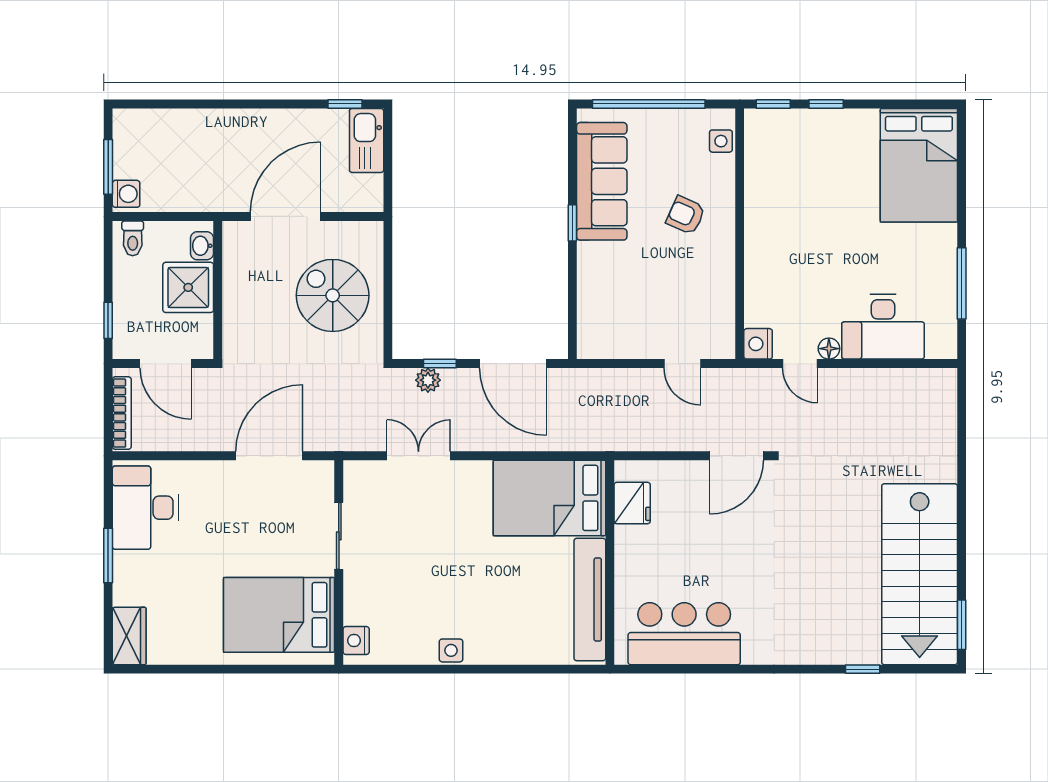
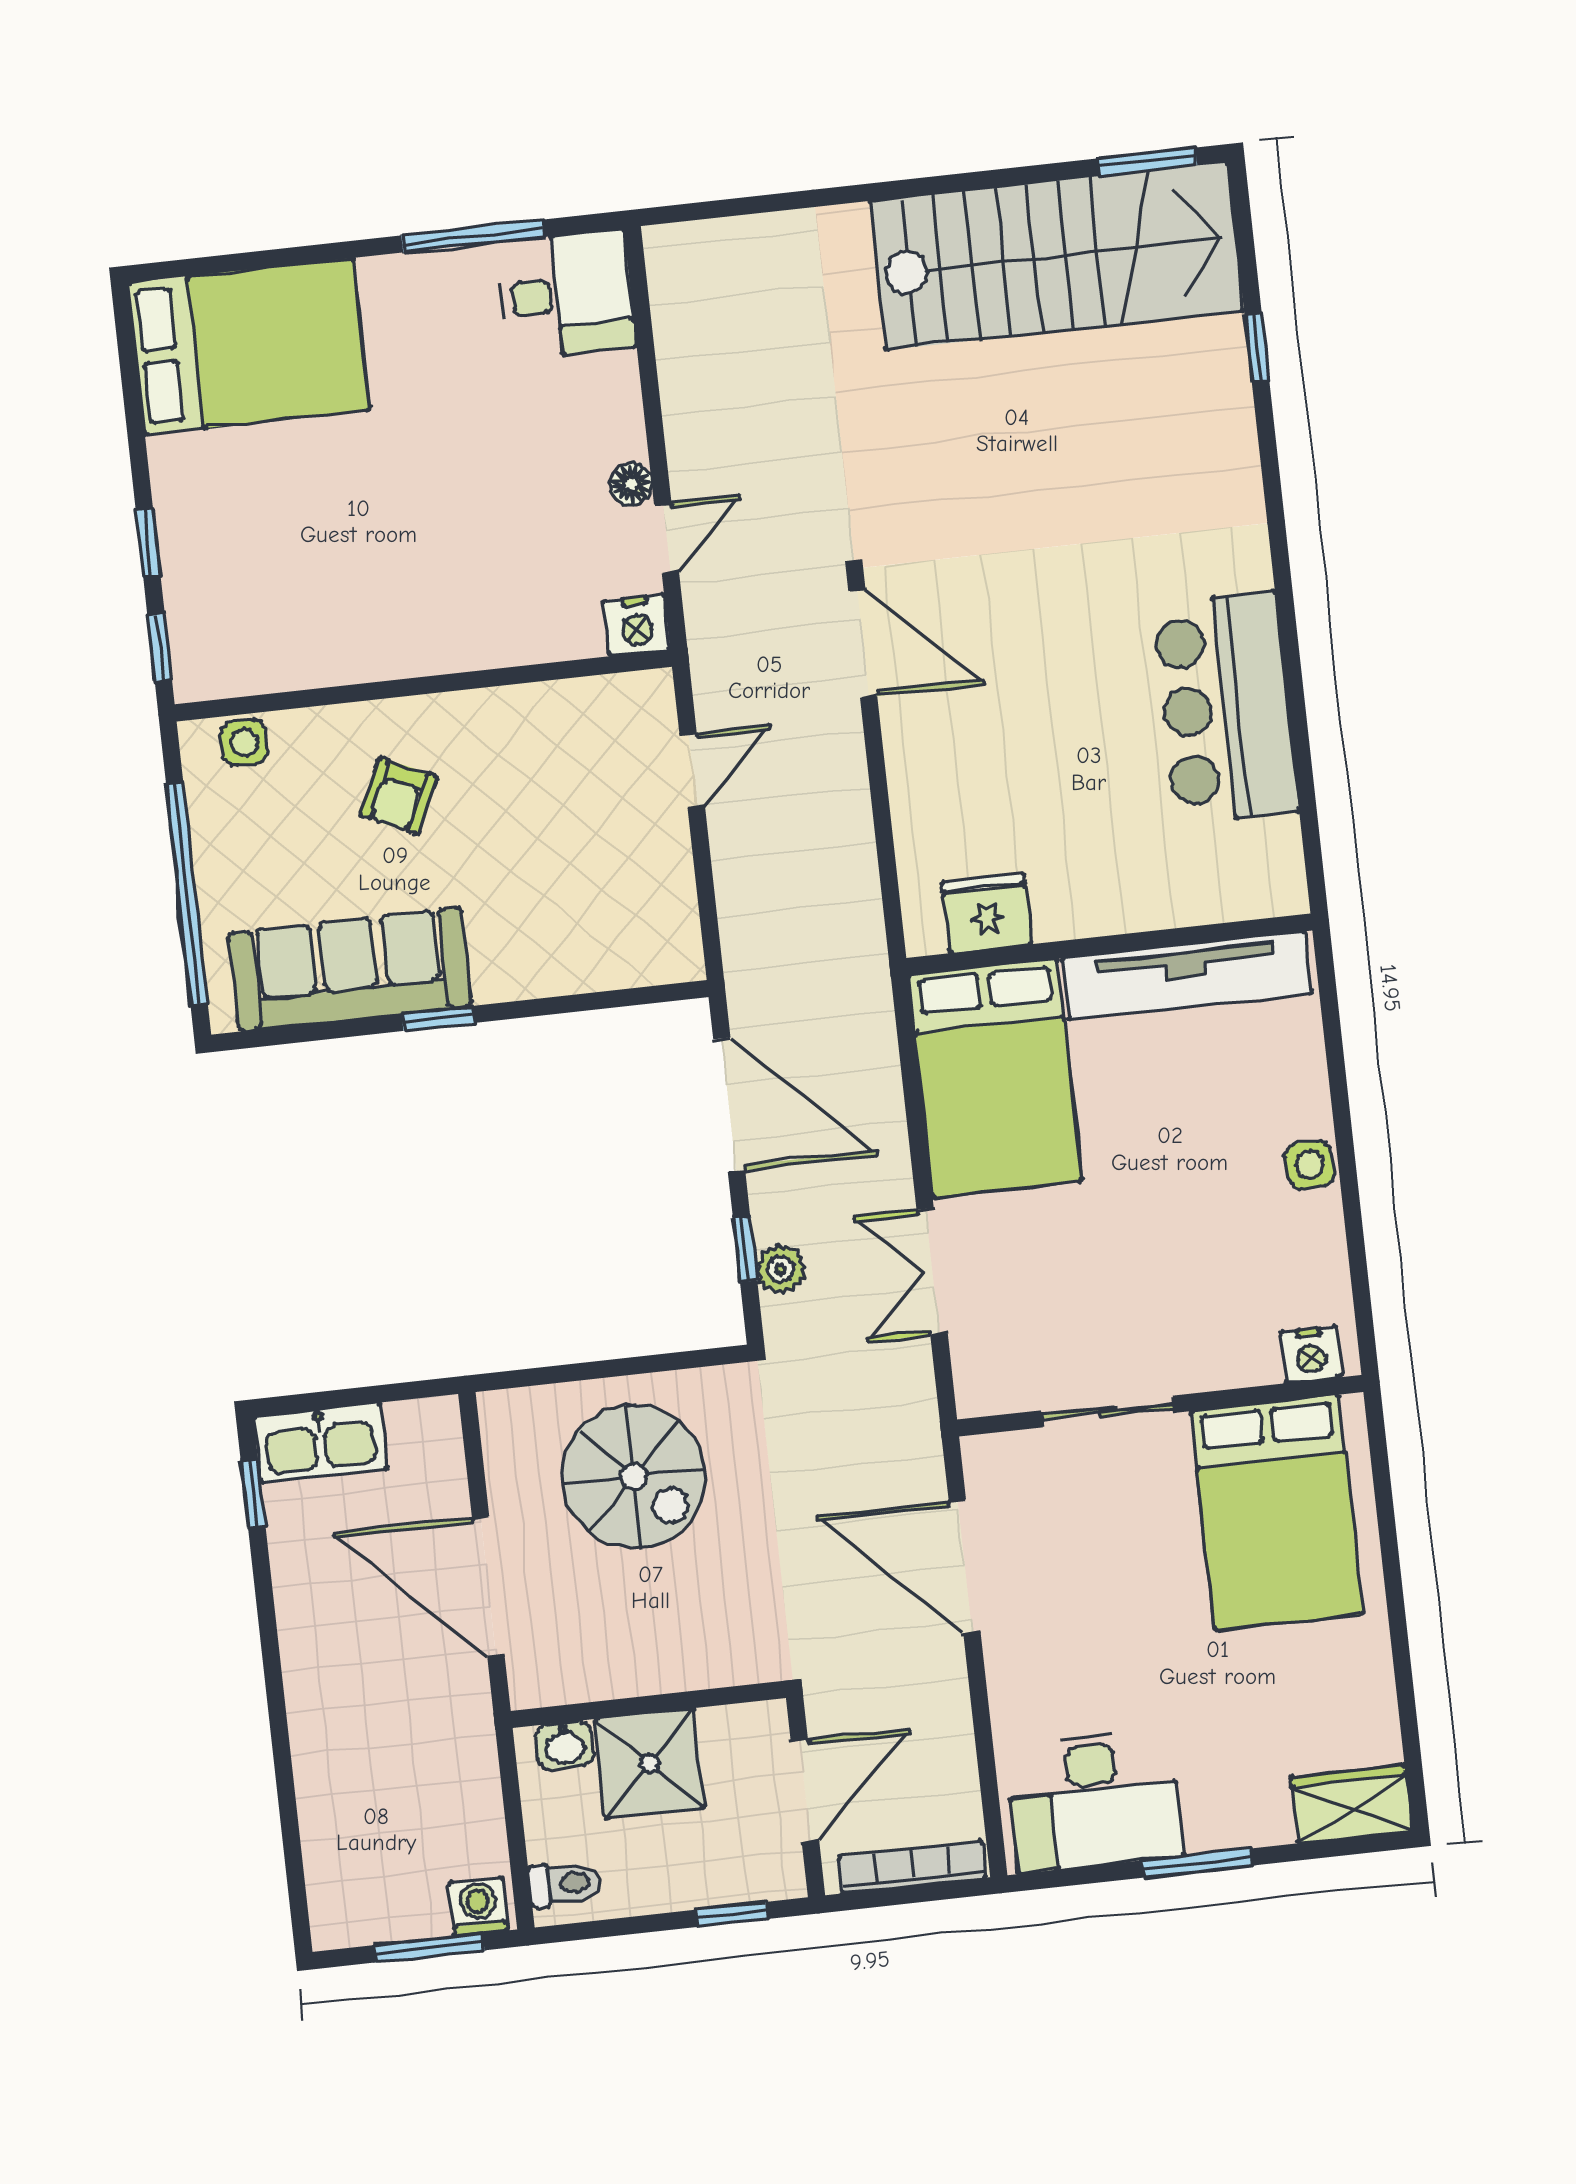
spiral stairs: (333, 295) -> (634, 1476), turned -90
desk: (883, 327) -> (566, 294), moved, width x0.73
door: (513, 363) -> (729, 1105), hinge flipped
bed: (549, 498) -> (995, 1078), moved
fridge: (632, 503) -> (987, 913), moved
wall: (610, 562) -> (1109, 944), moved
tv unit: (590, 600) -> (1187, 976), moved

